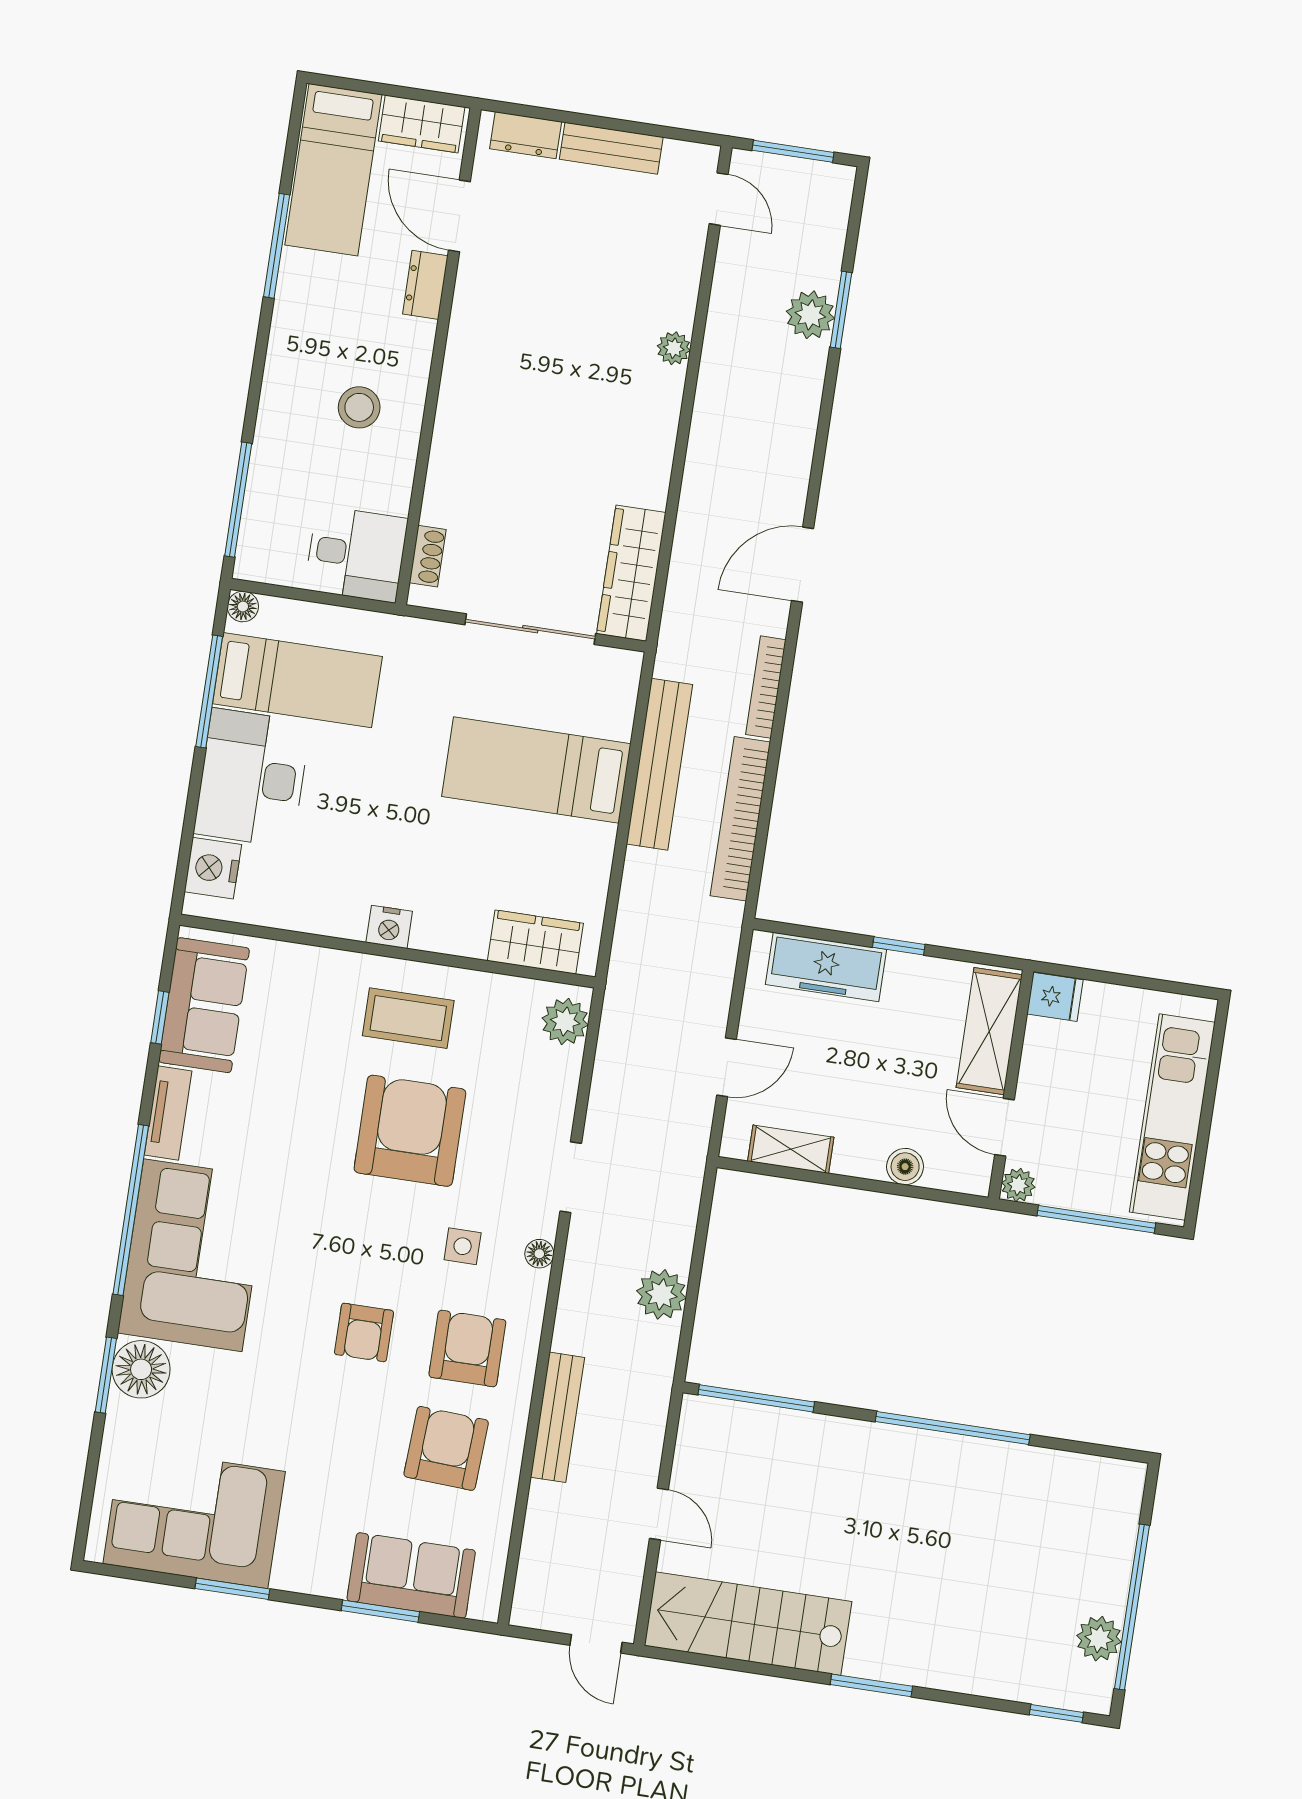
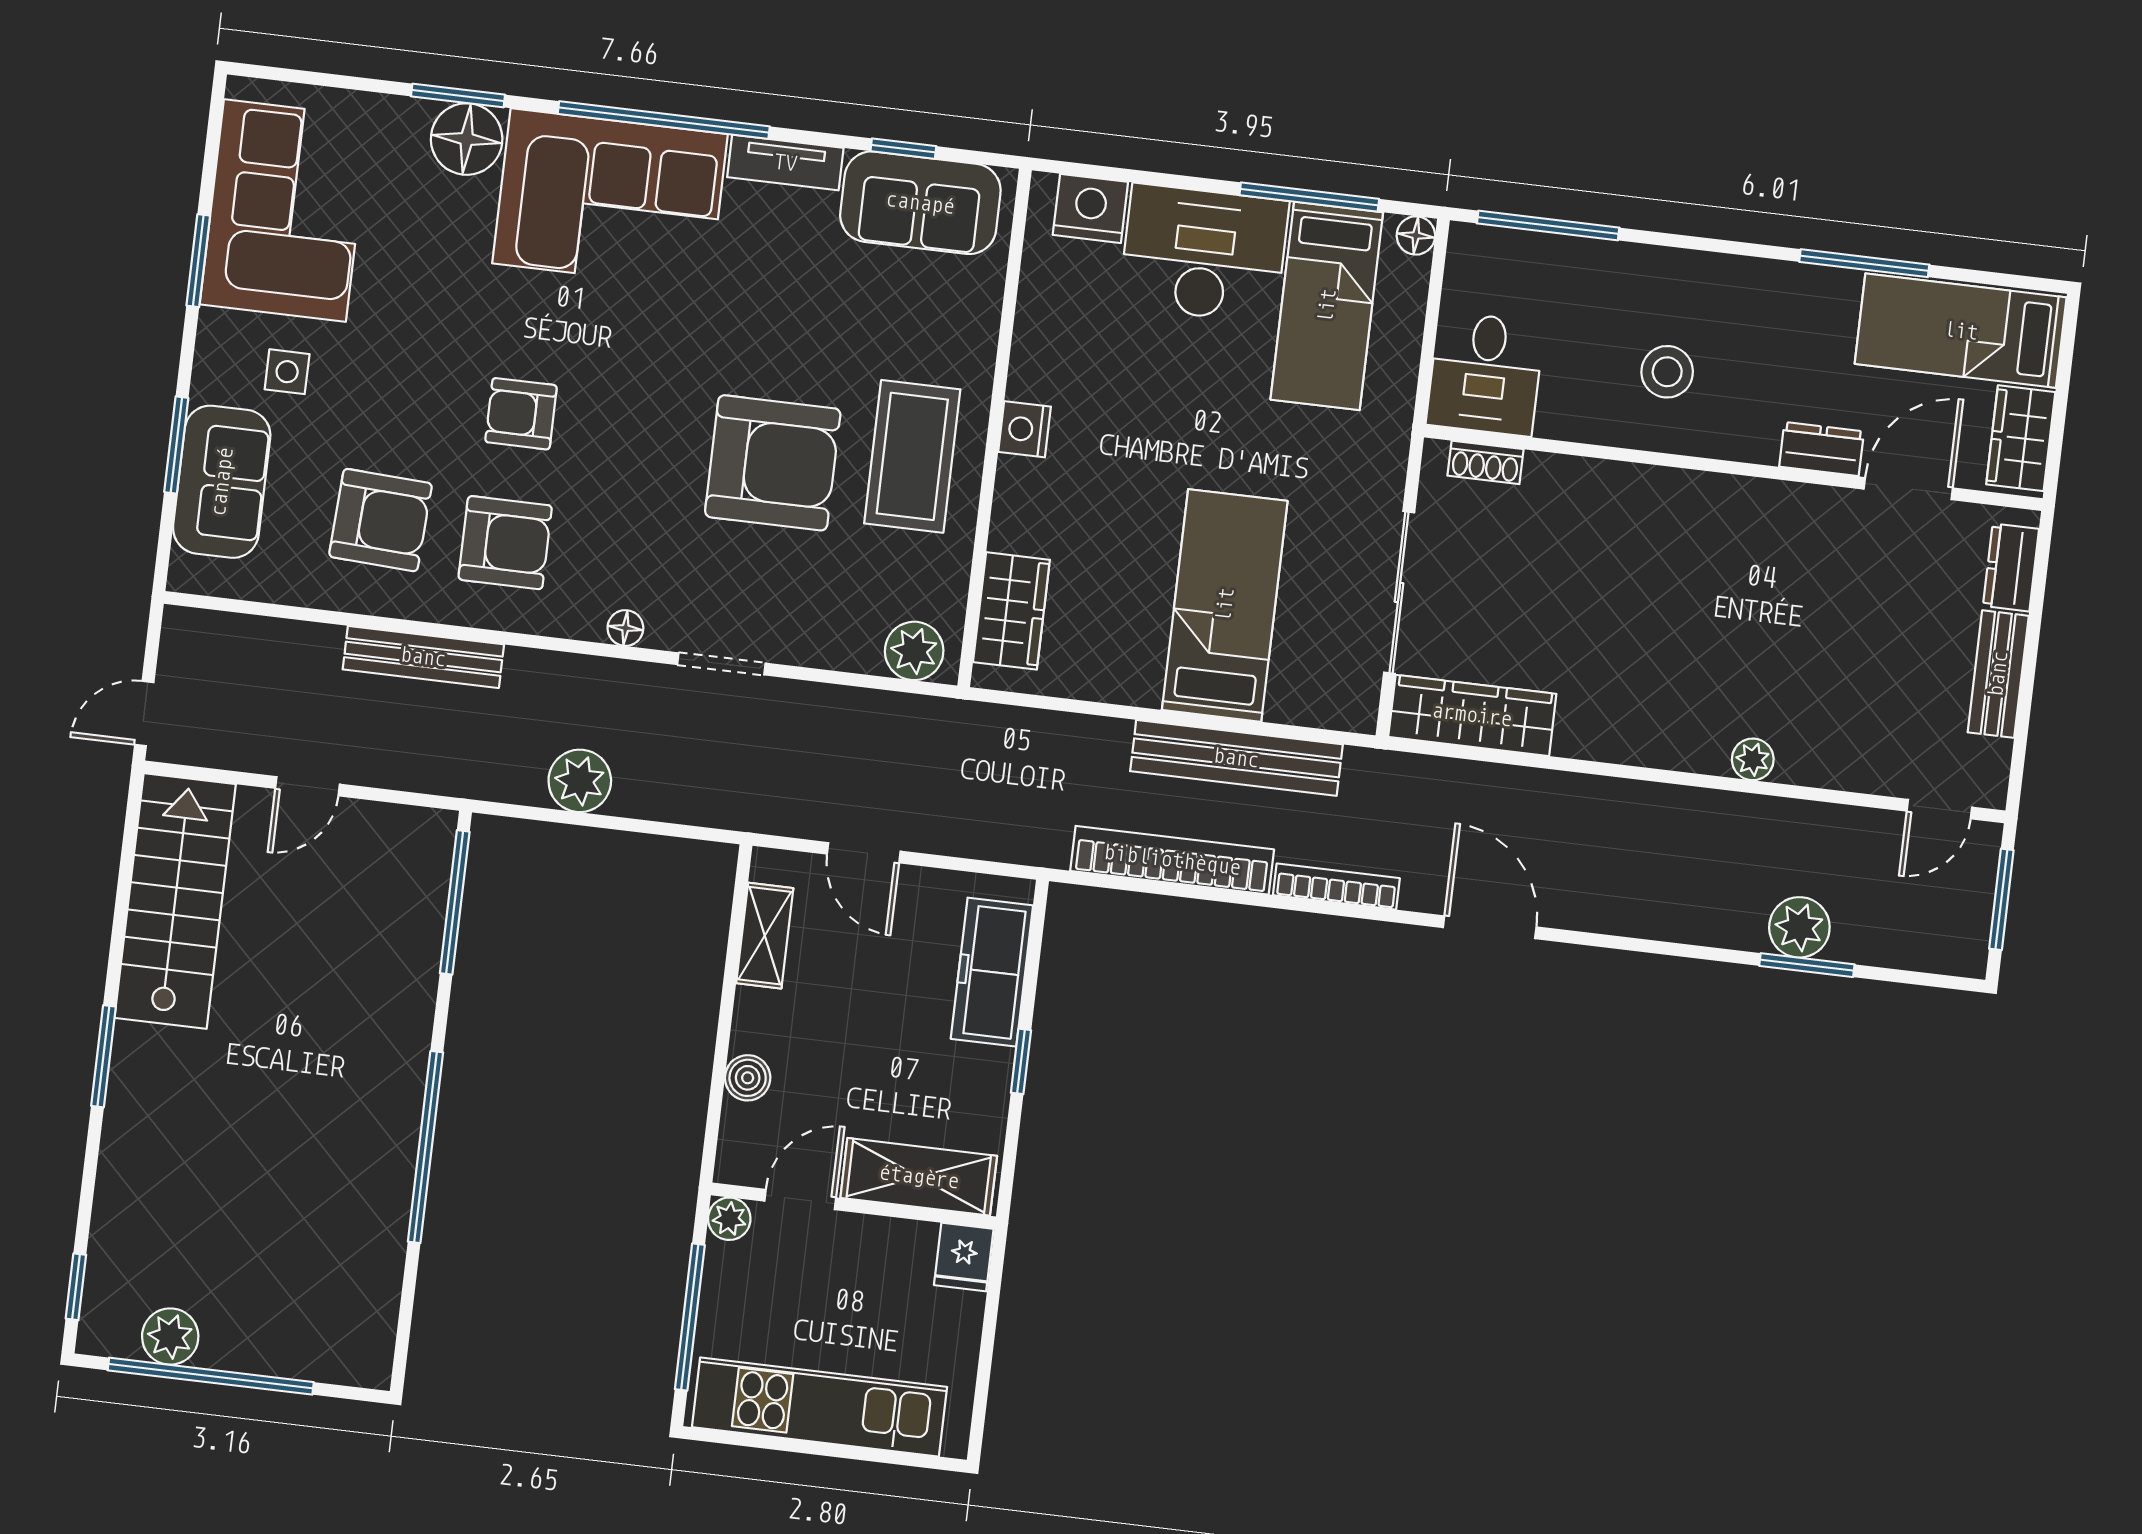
coffee table: (408, 1018) -> (912, 456), width x1.36, depth x1.32
side table: (463, 1246) -> (287, 372), moved

